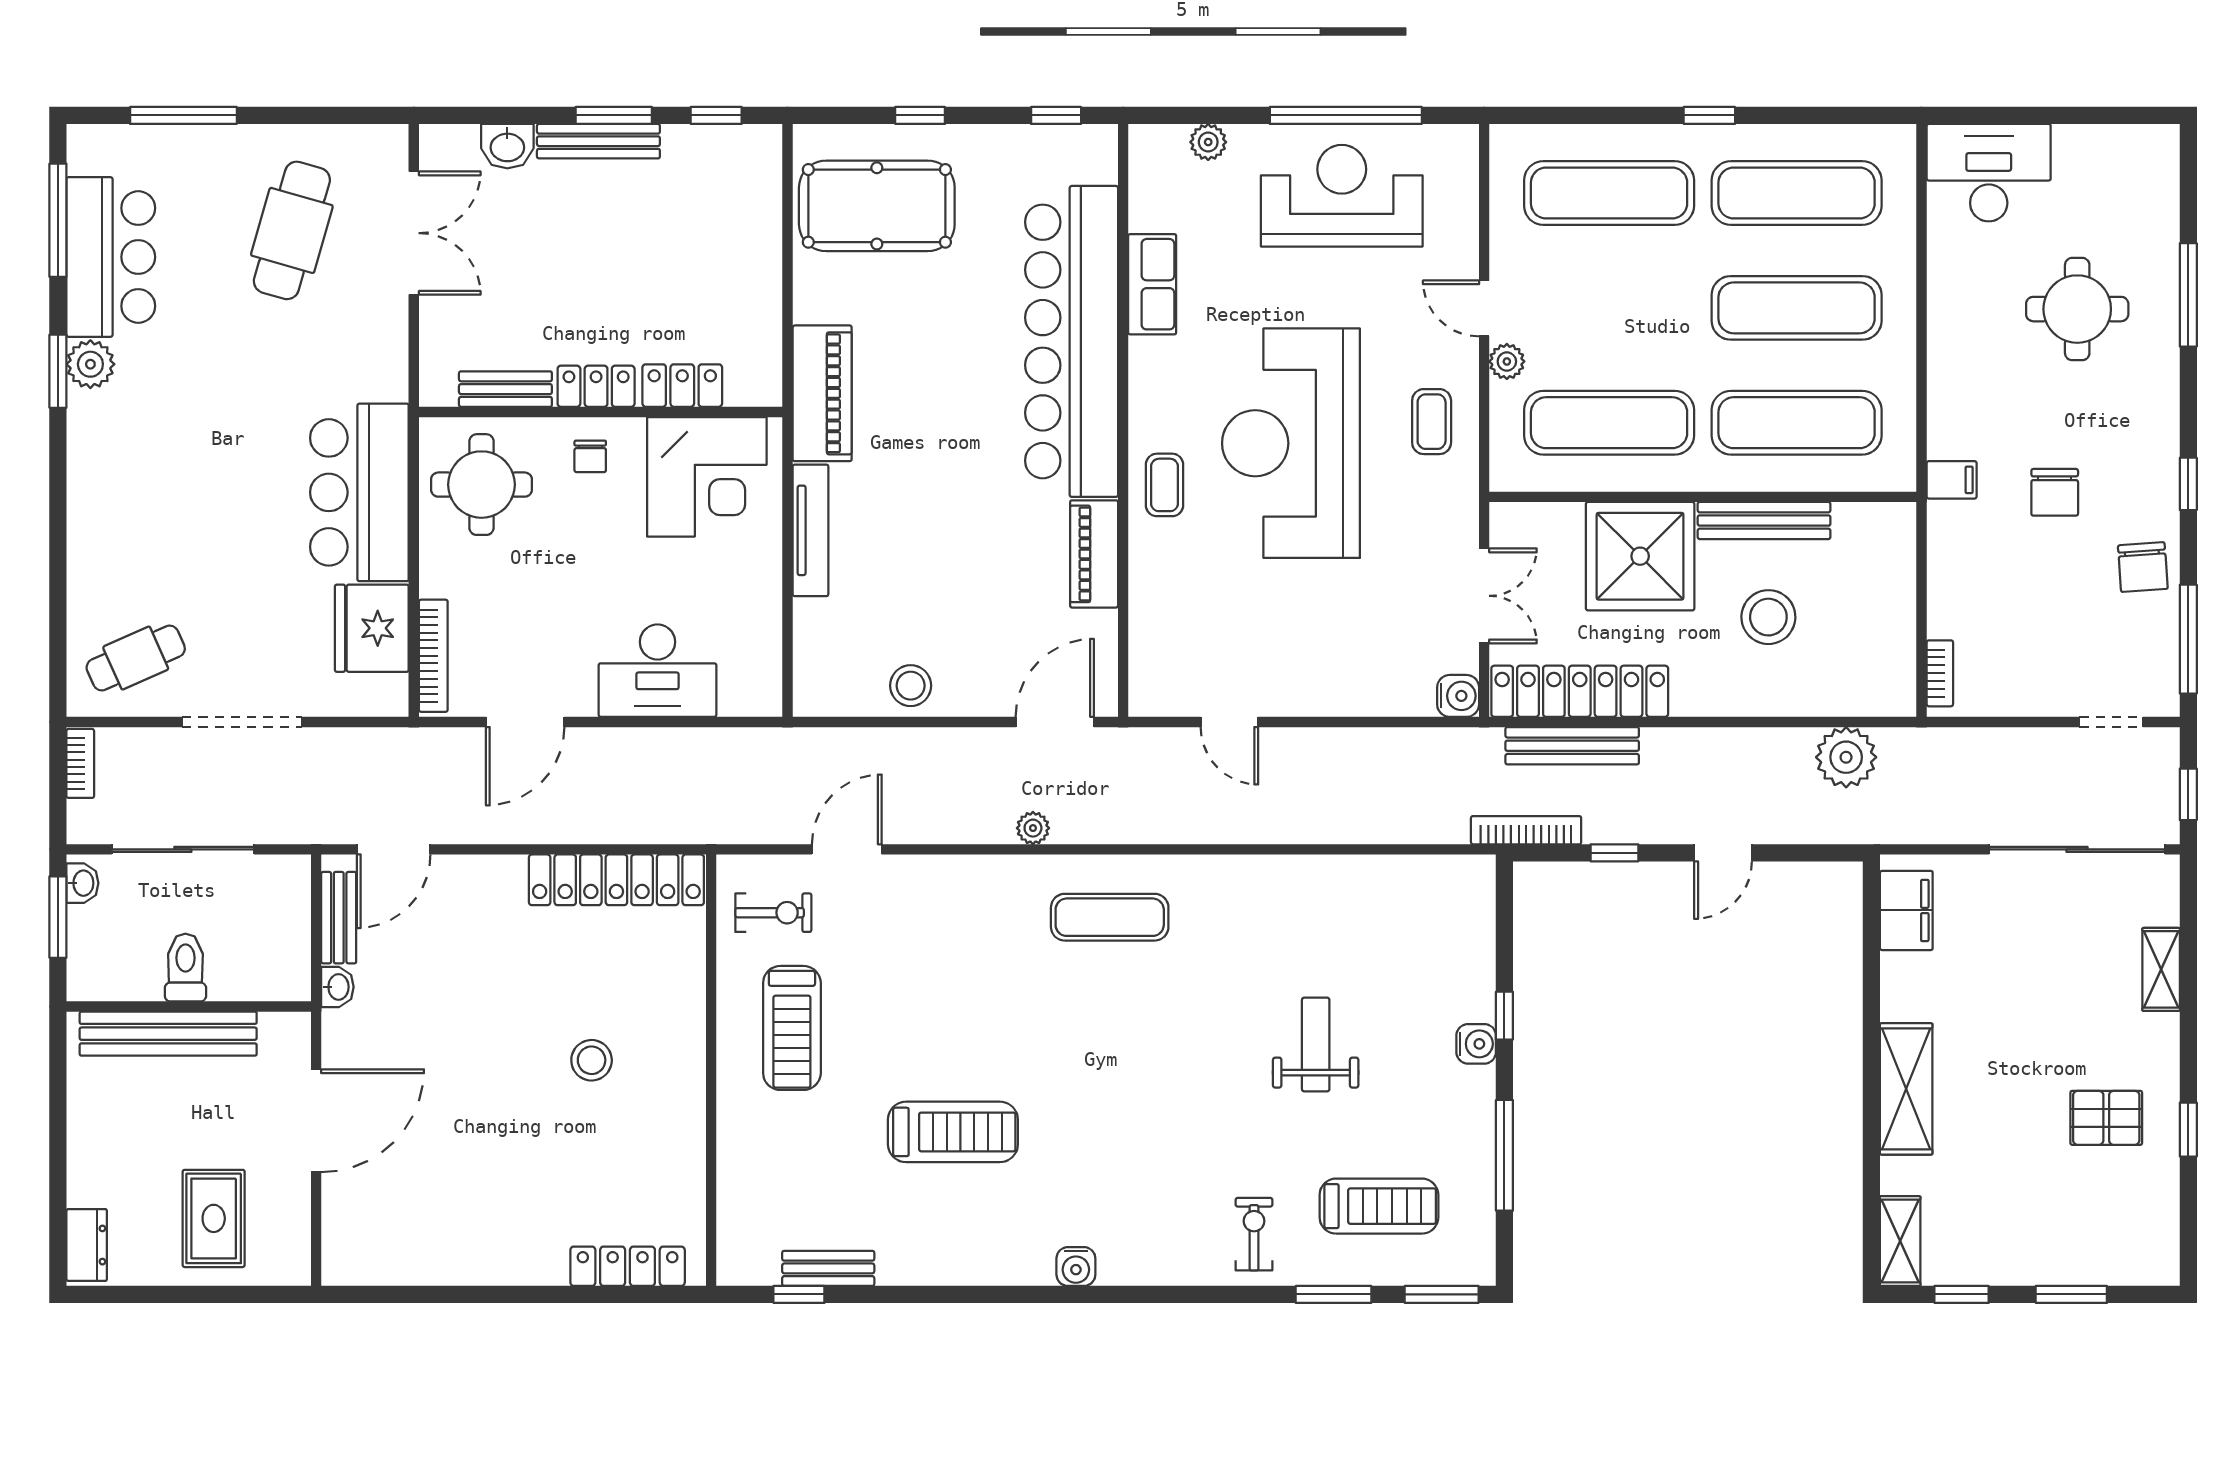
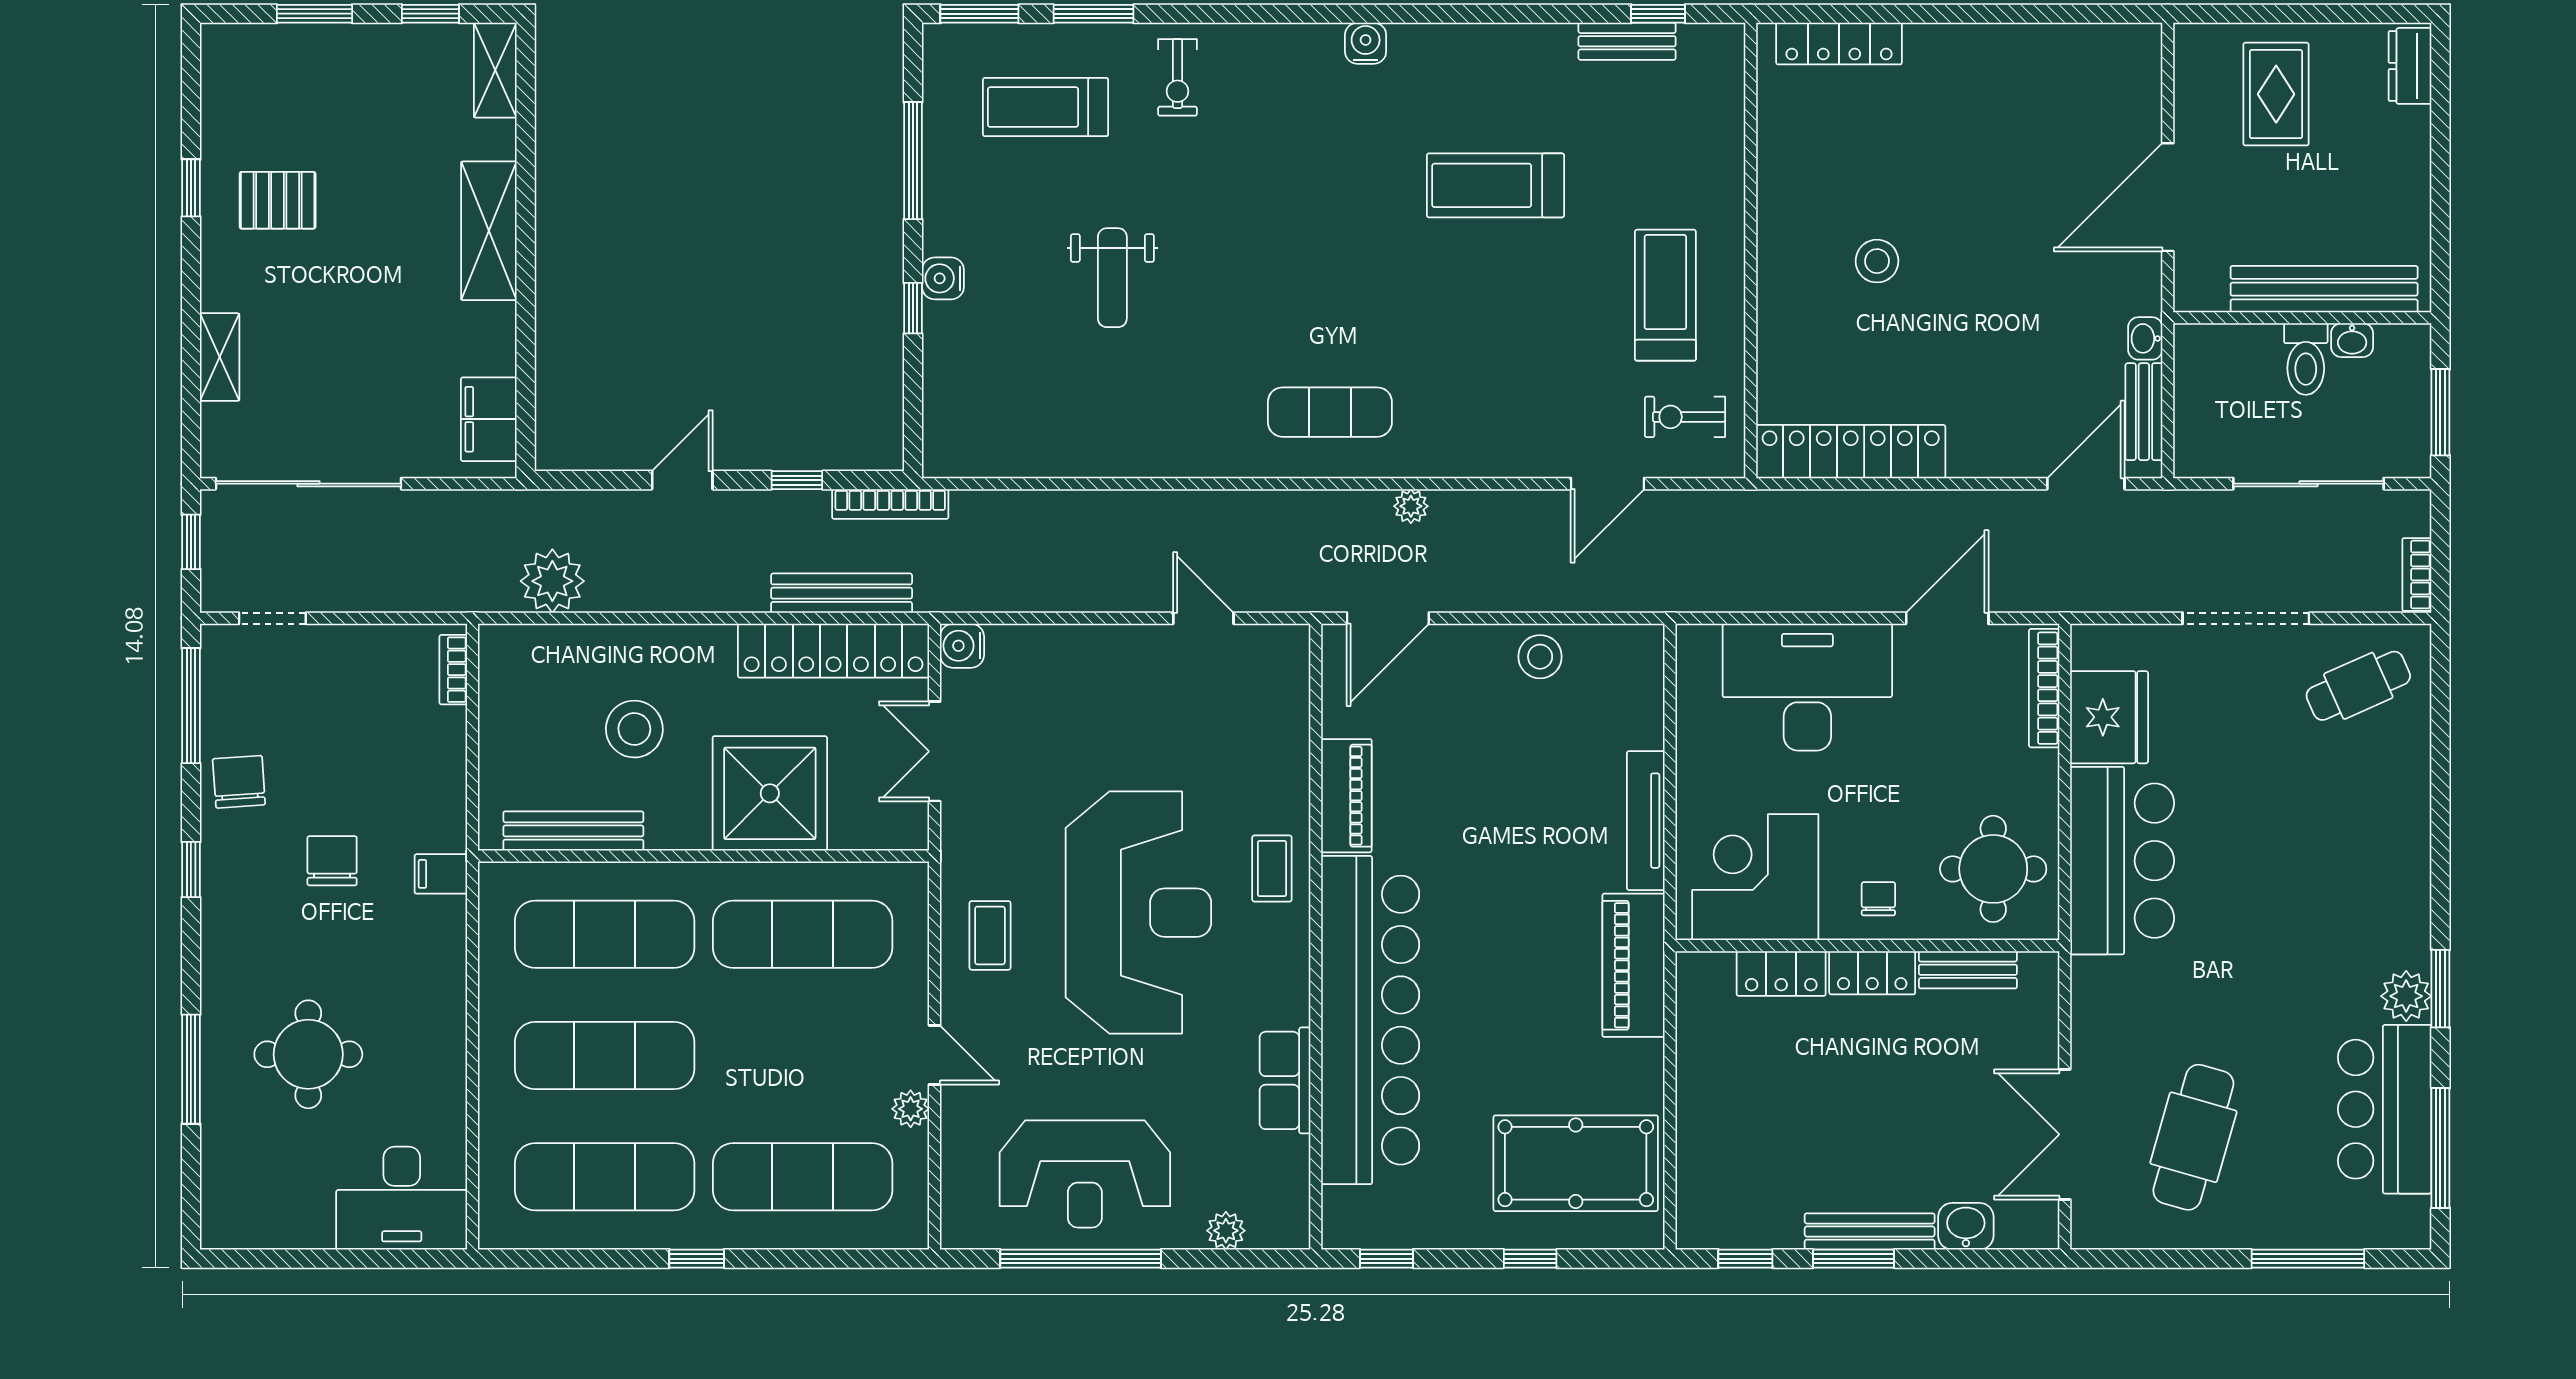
plant: (1507, 361) -> (911, 1109), moved
bench: (1764, 521) -> (573, 831), moved
desk: (657, 671) -> (1807, 687), width x1.36, depth x1.30
washbasin: (82, 883) -> (2352, 340), moved, turned -90

